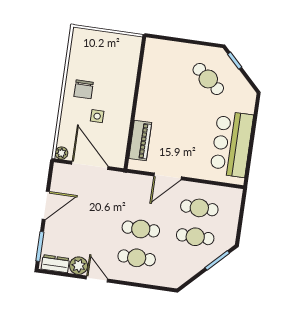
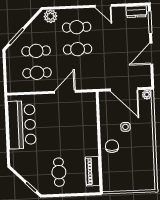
cafe table: (208, 79) -> (59, 172), moved, turned 51
chair: (84, 89) -> (112, 146), moved
piano: (140, 141) -> (92, 171), moved
plant: (79, 266) -> (50, 16), moved

